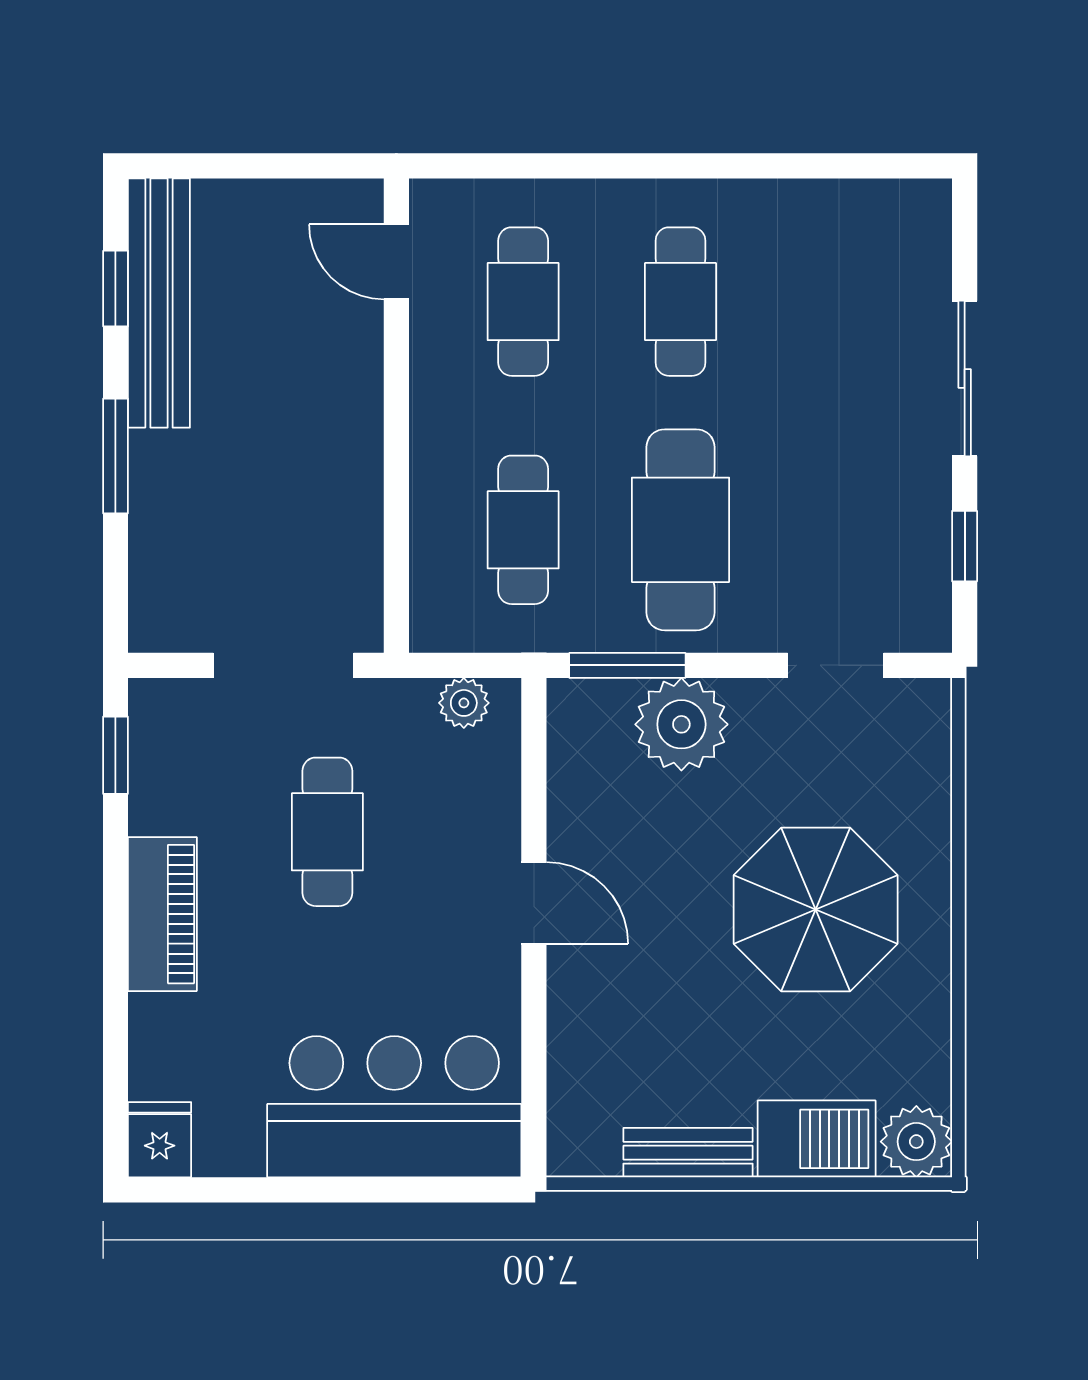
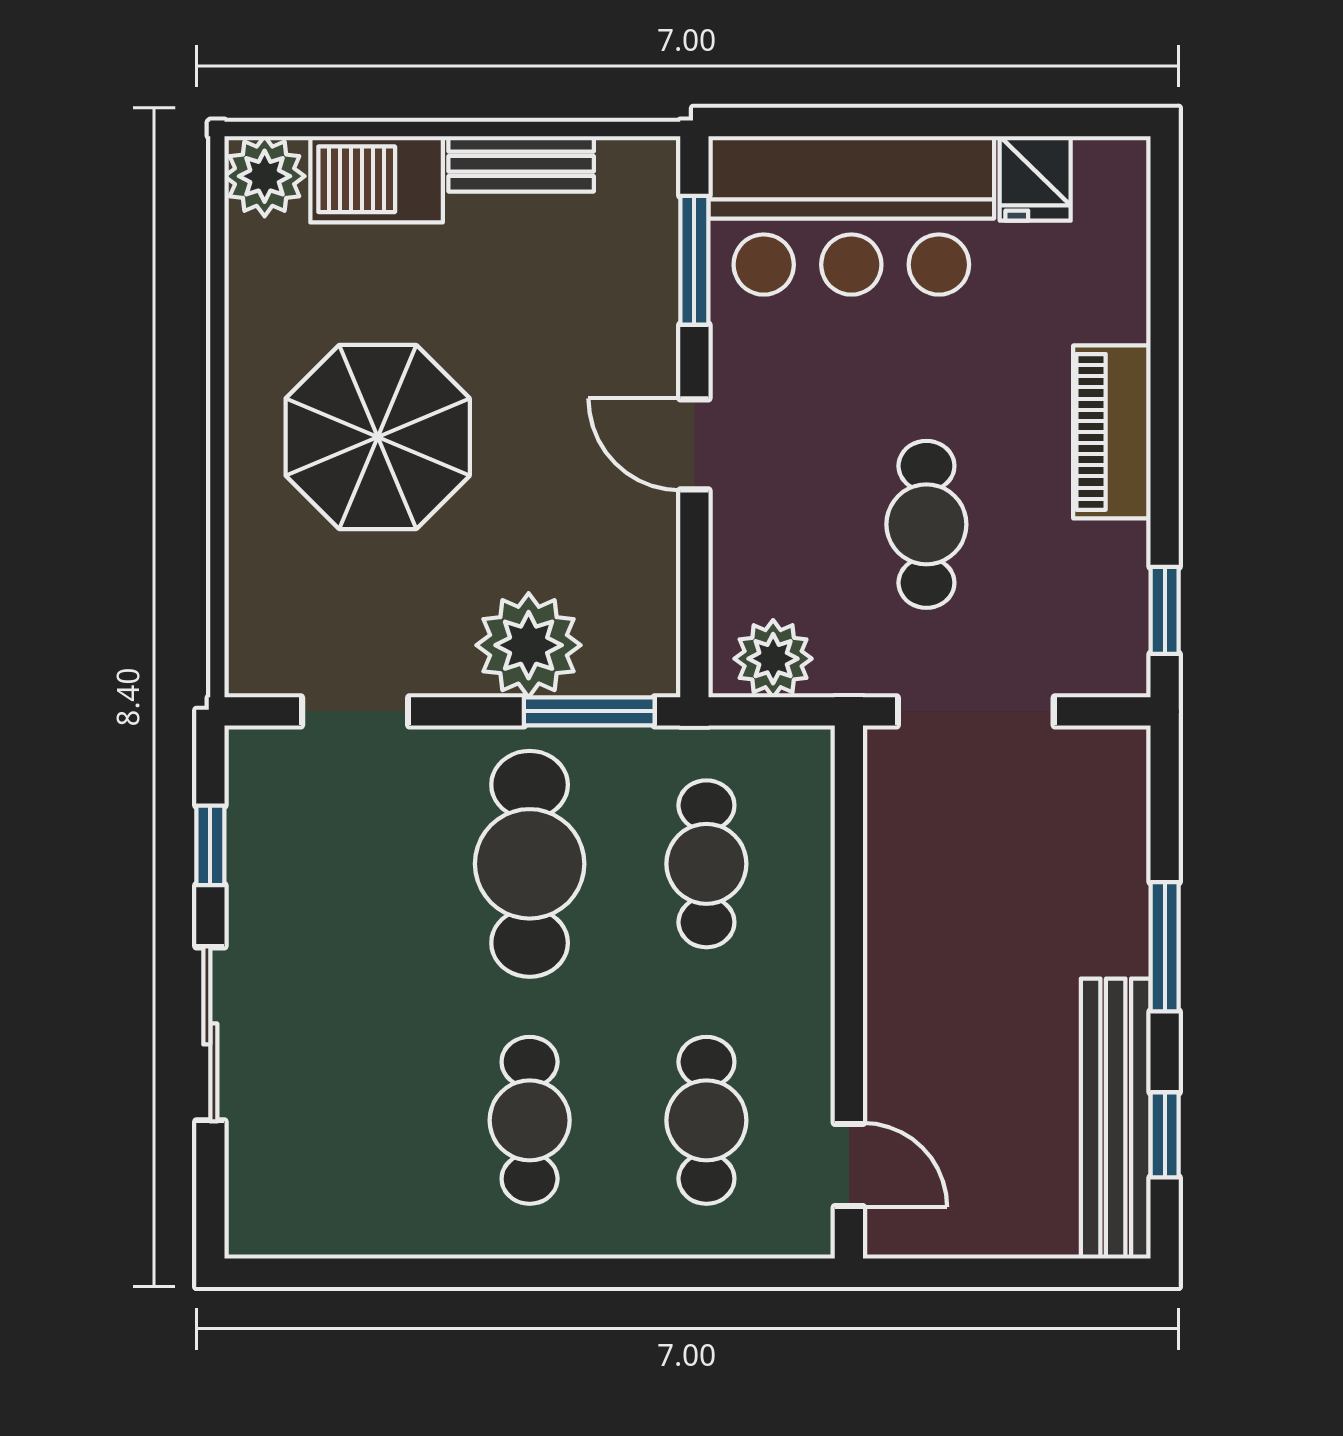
plant: (464, 703) -> (773, 659), width x1.38, depth x1.38
window: (534, 1067) -> (694, 260), added
fridge: (160, 1140) -> (1035, 178), moved

